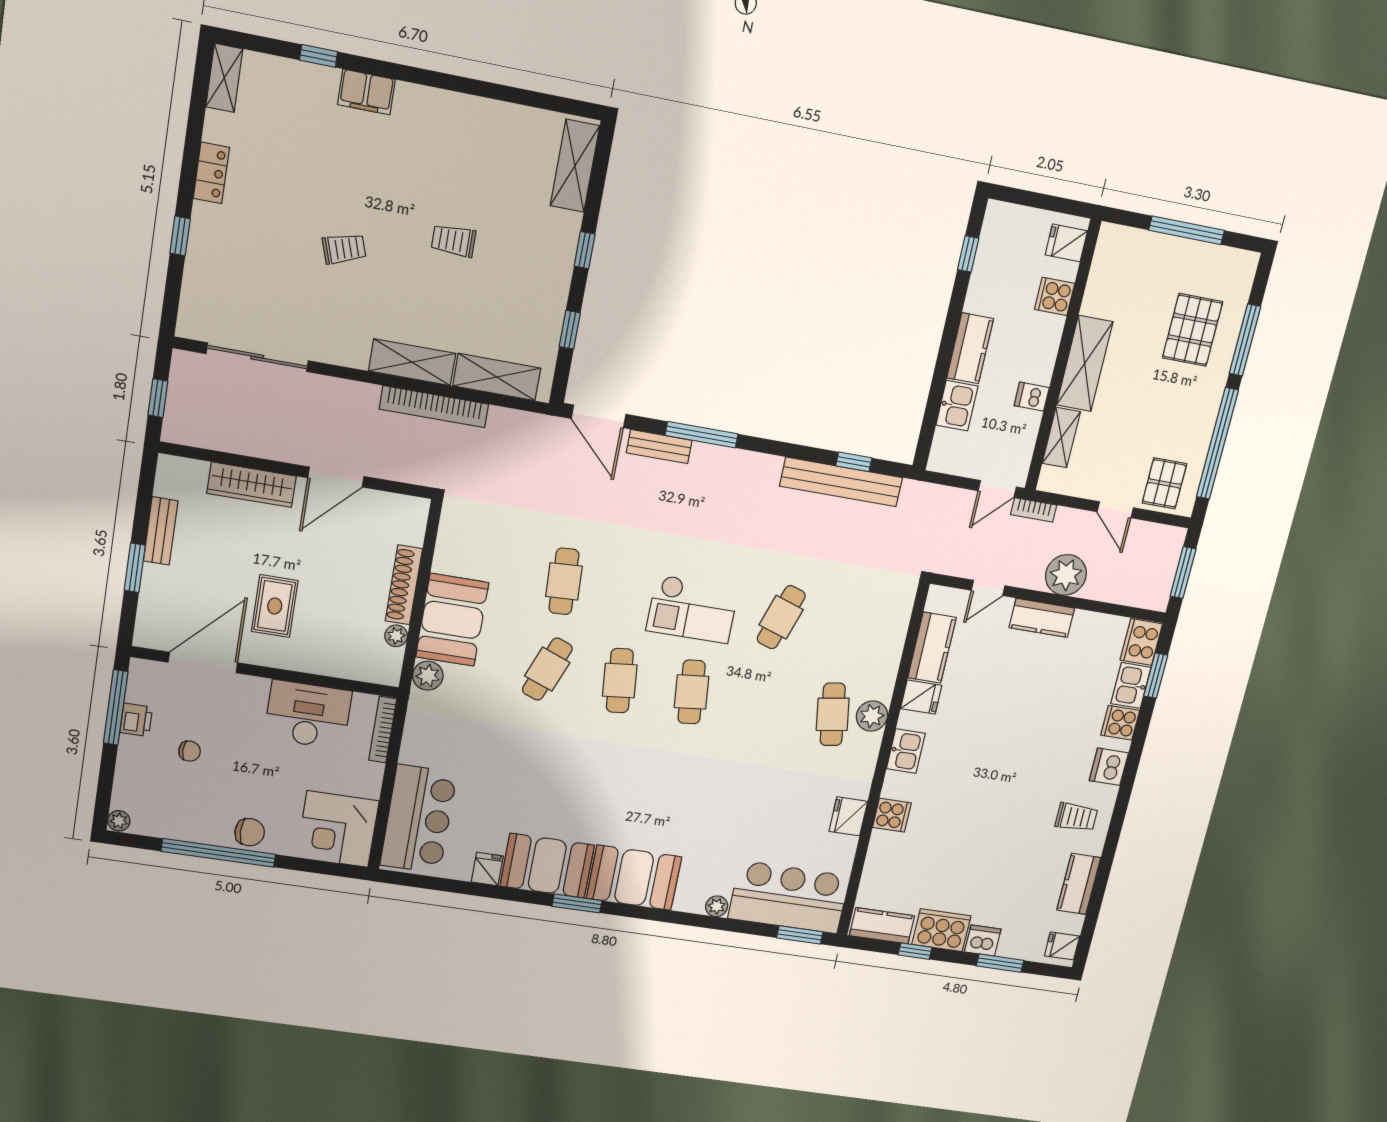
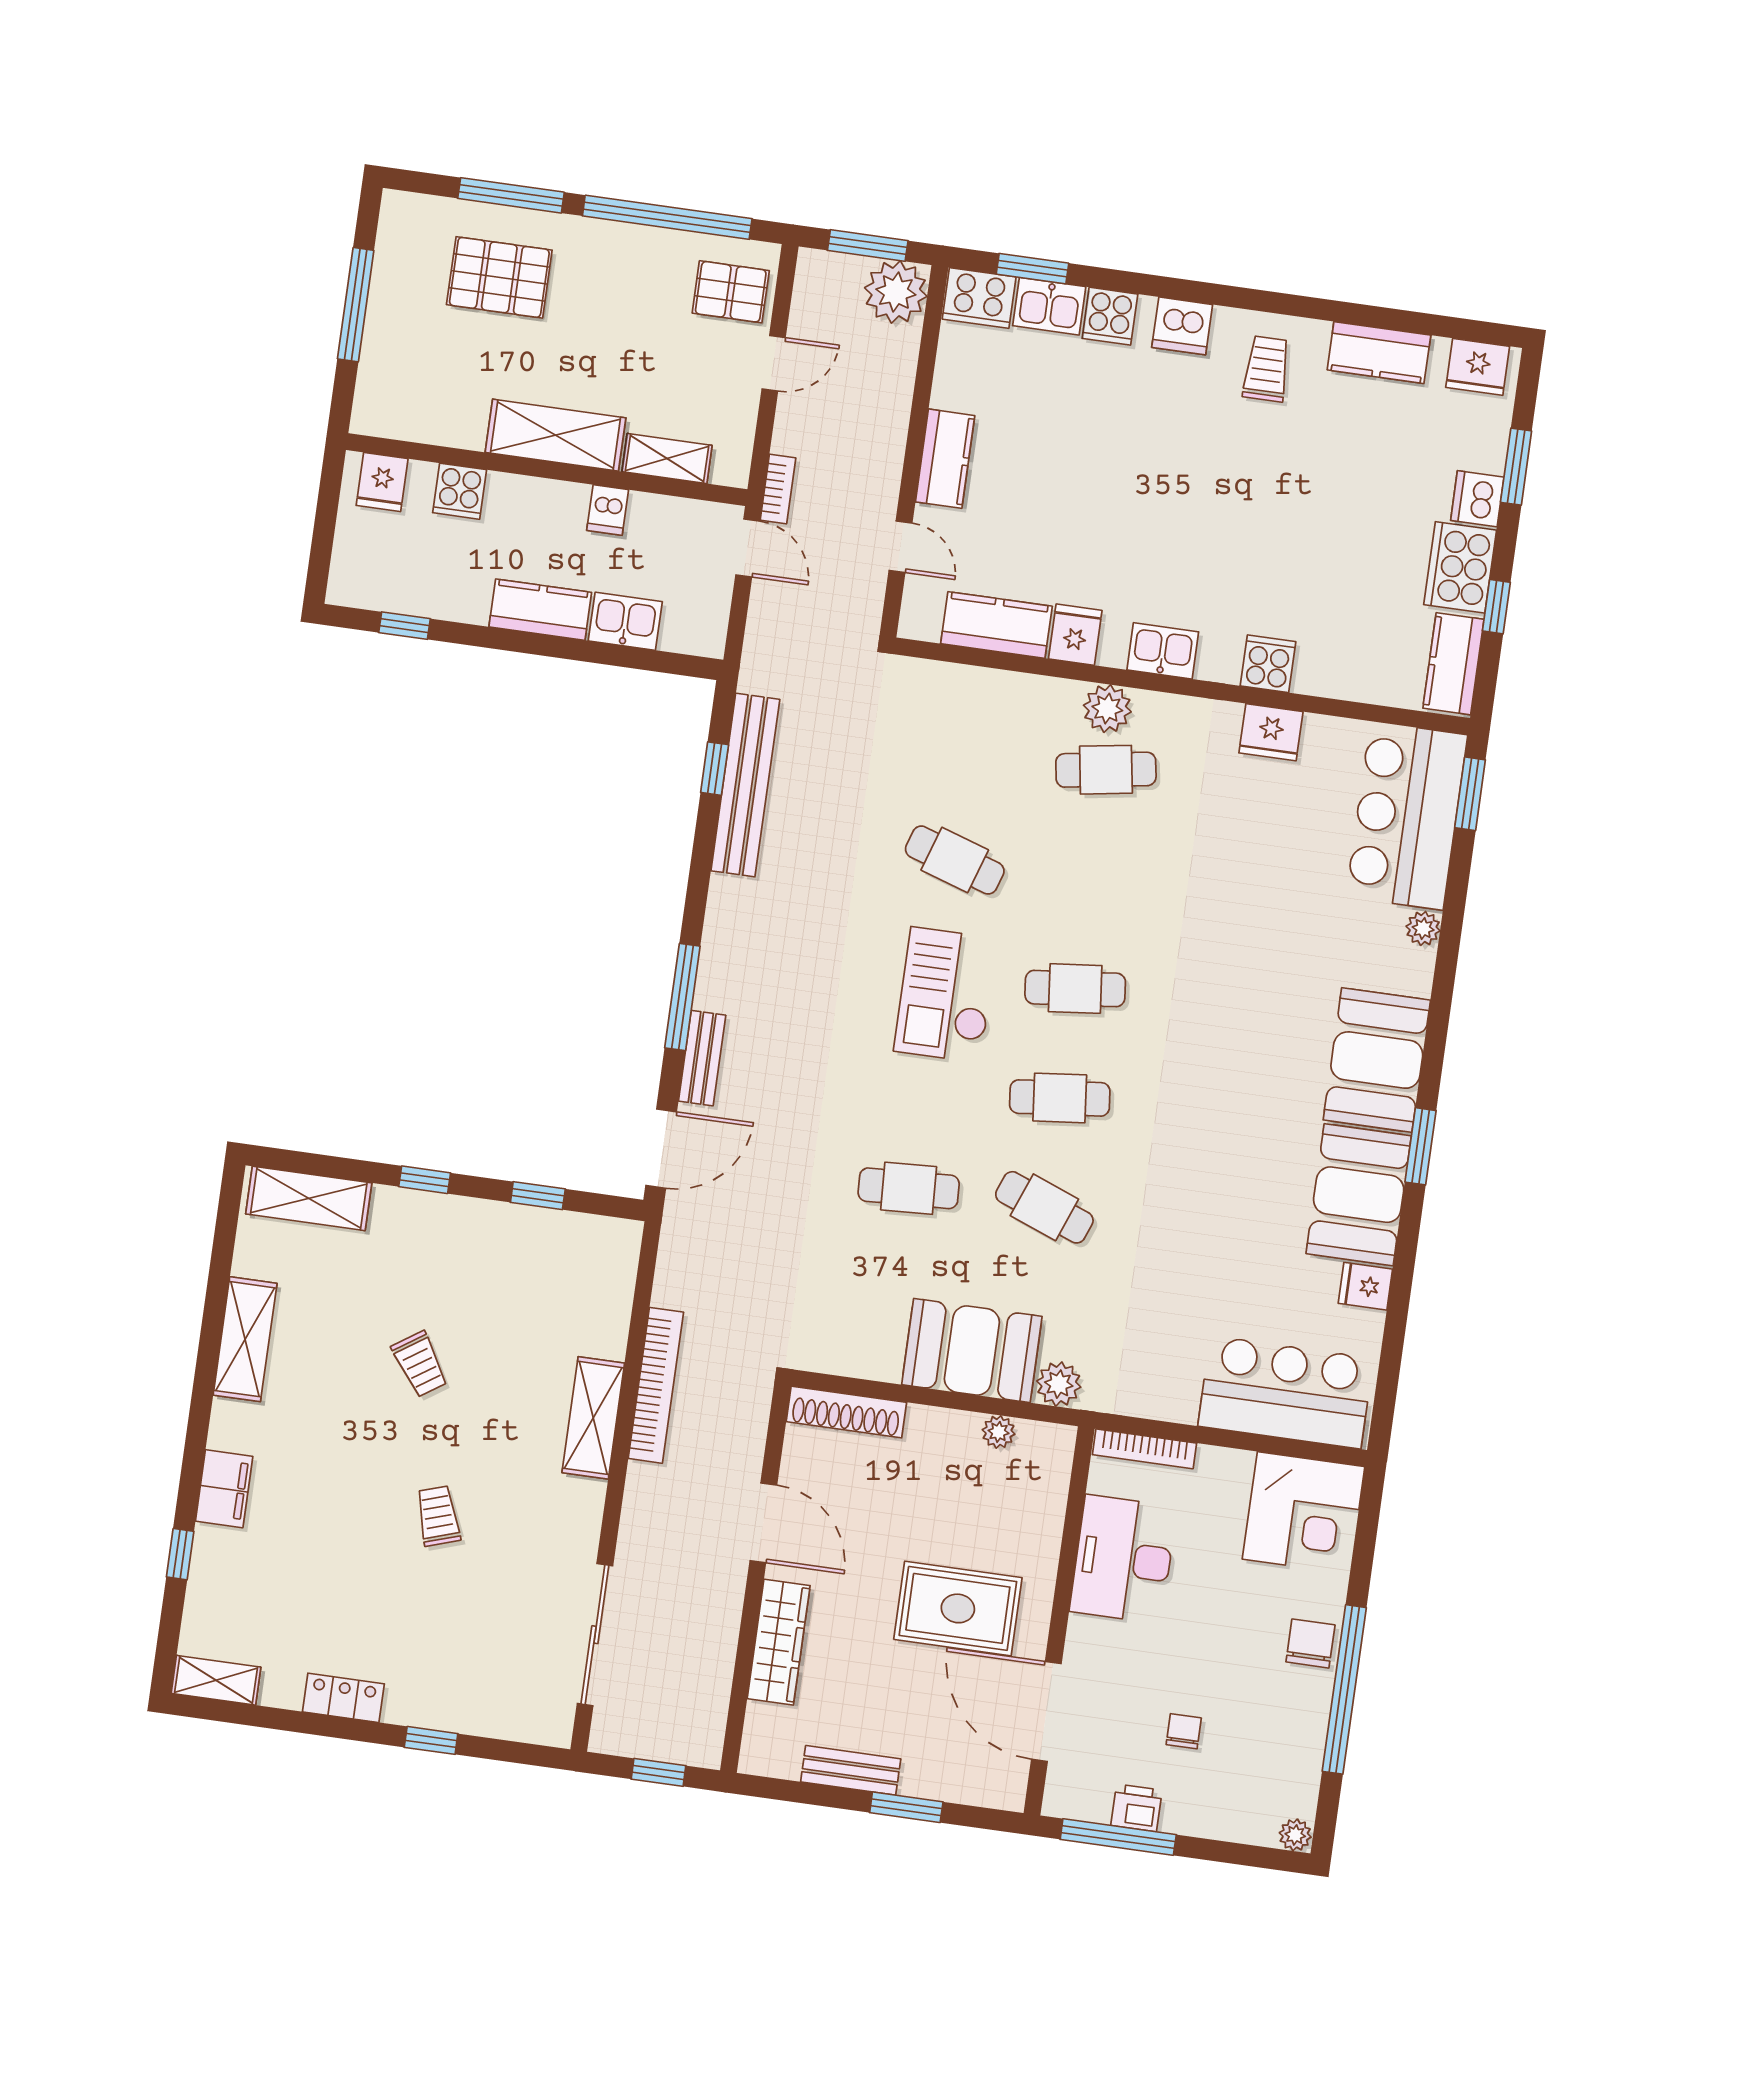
trolley: (454, 241) -> (420, 1364), turned -34
shelving: (497, 377) -> (245, 1339), moved
plant: (1066, 575) -> (896, 292), moved
shoe rack: (404, 585) -> (846, 1412), moved
rug: (275, 606) -> (958, 1608), width x1.36, depth x1.43
checkout: (692, 609) -> (946, 995), turned 180
fridge: (1062, 946) -> (1478, 367), width x1.38

